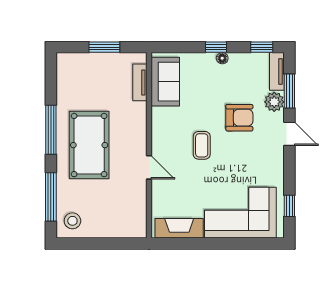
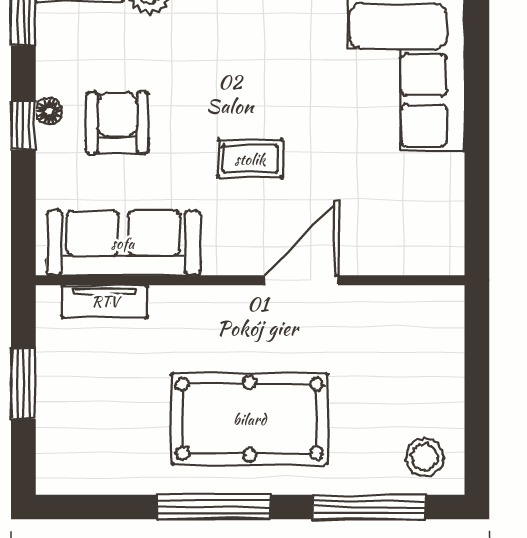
sofa: (165, 82) -> (123, 243), width x1.36
armchair: (239, 118) -> (117, 123), moved
door: (149, 167) -> (301, 280), width x1.38
fireplace: (179, 228) -> (442, 211), removed

